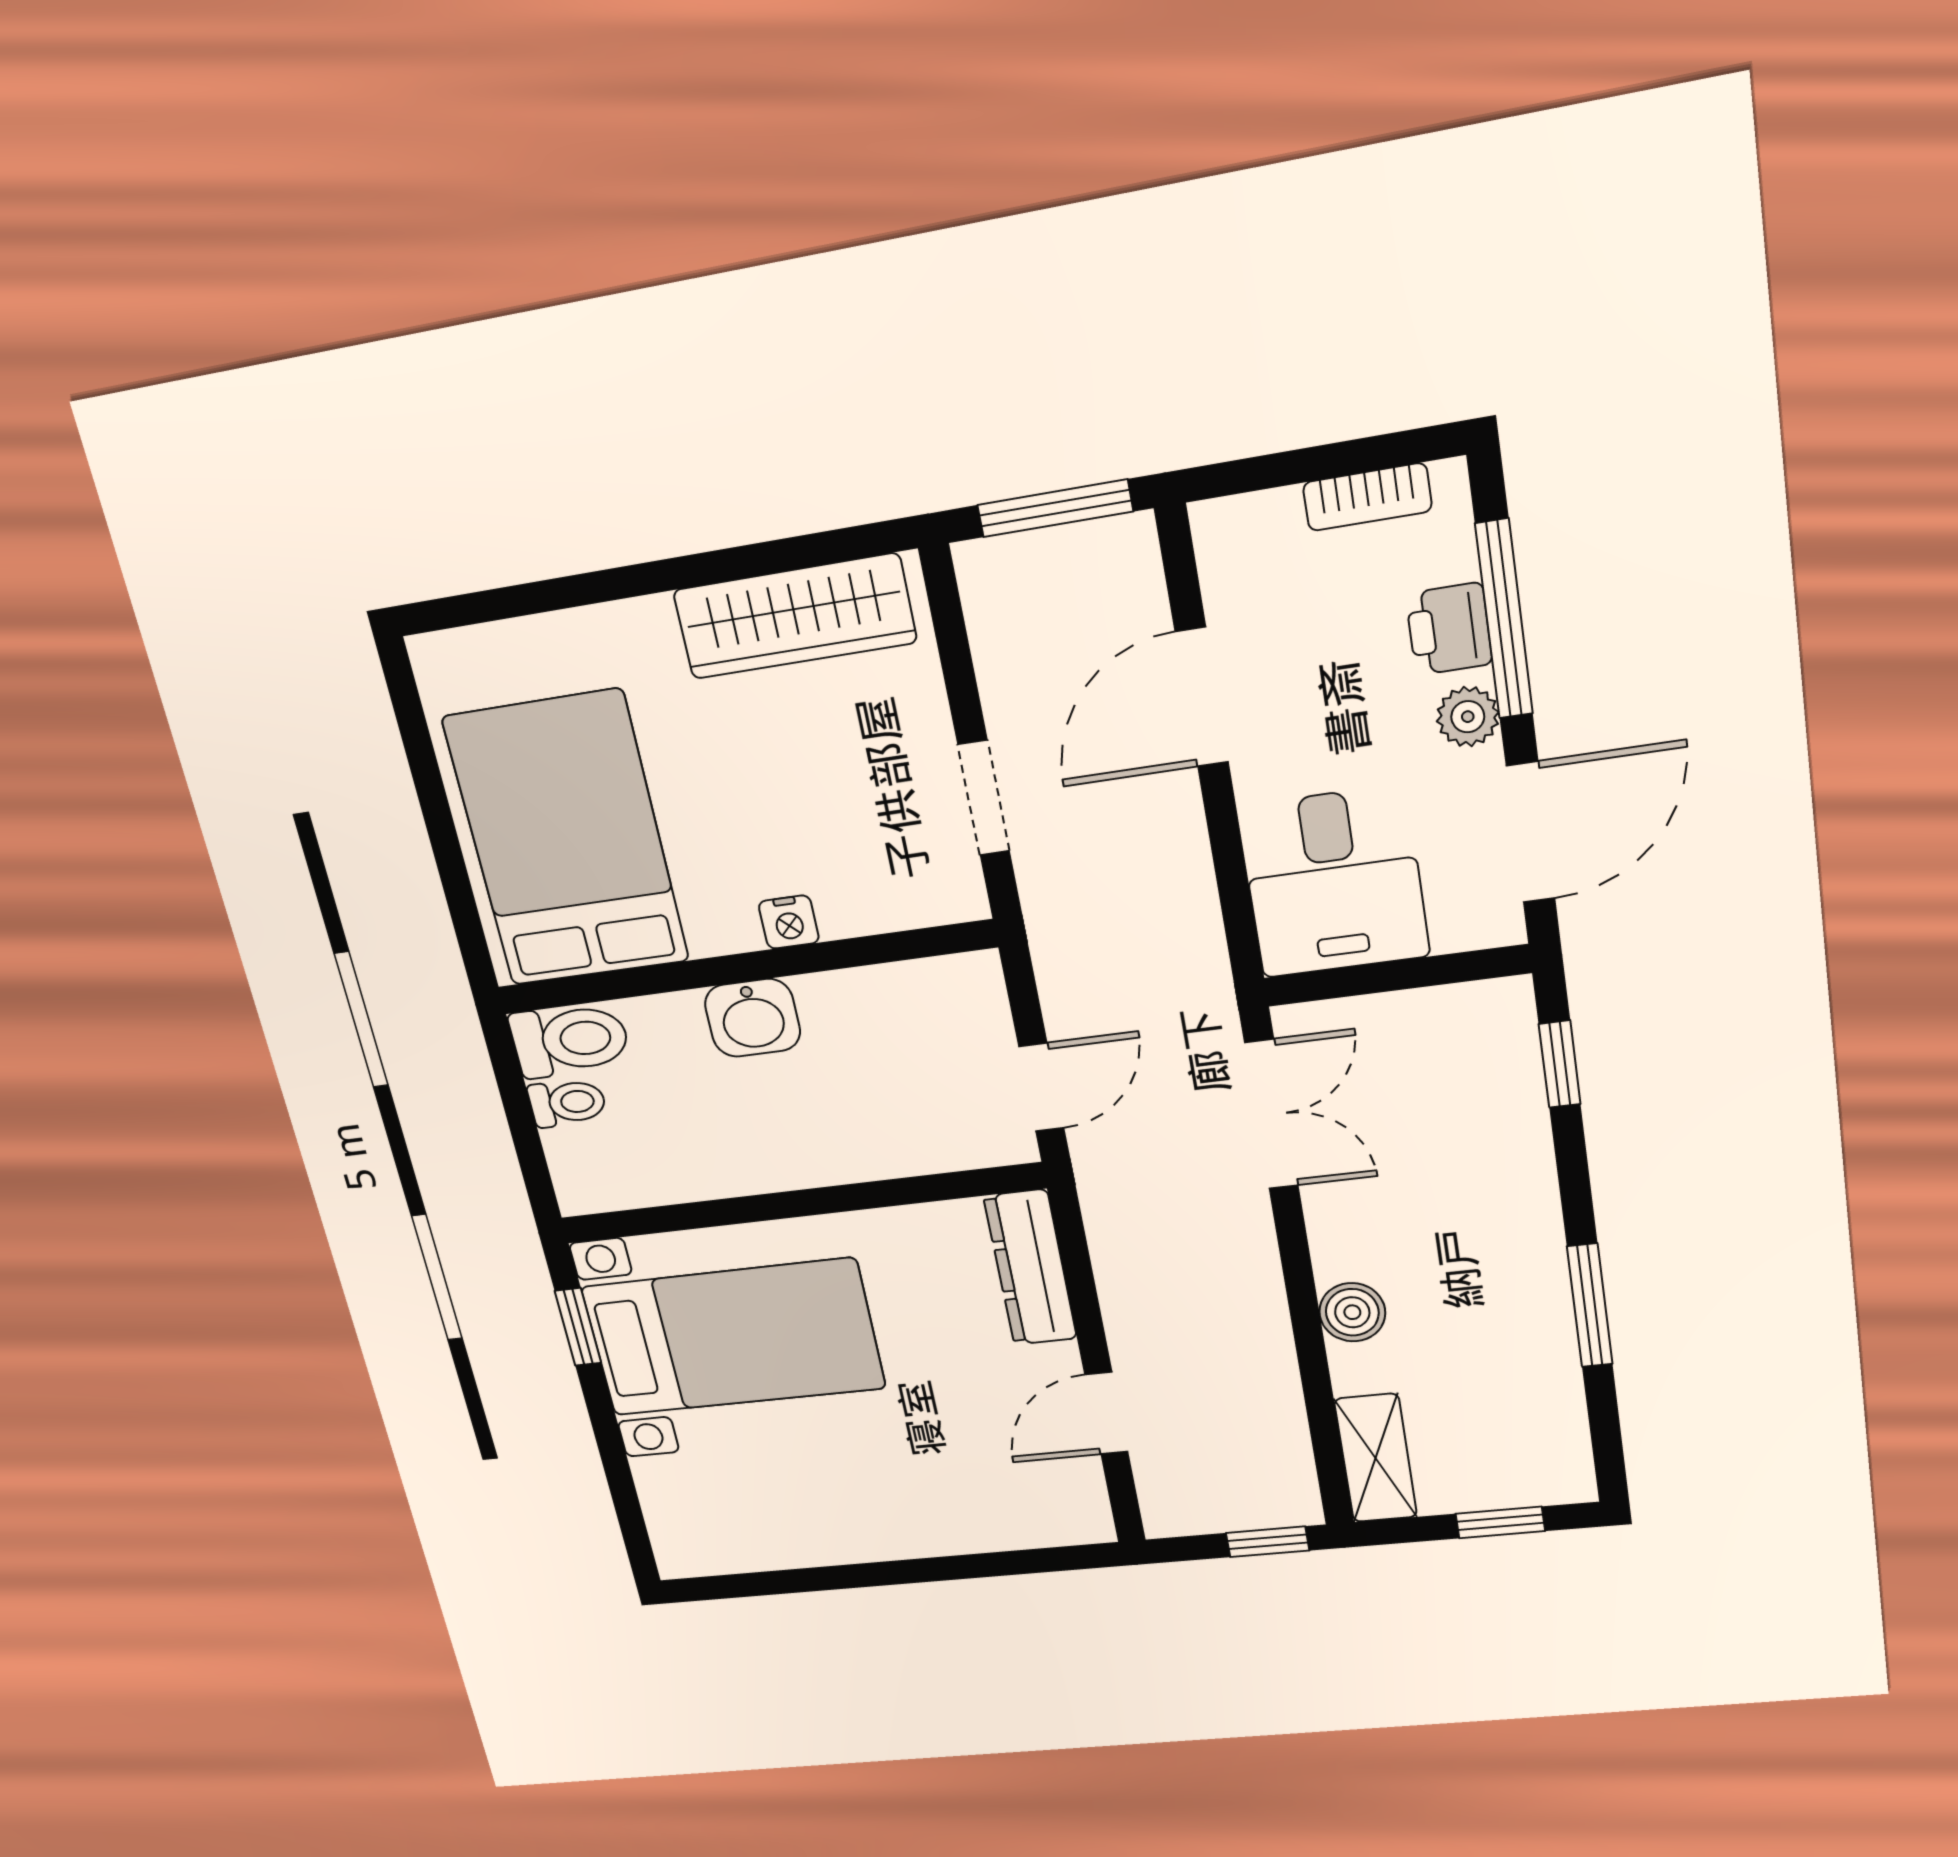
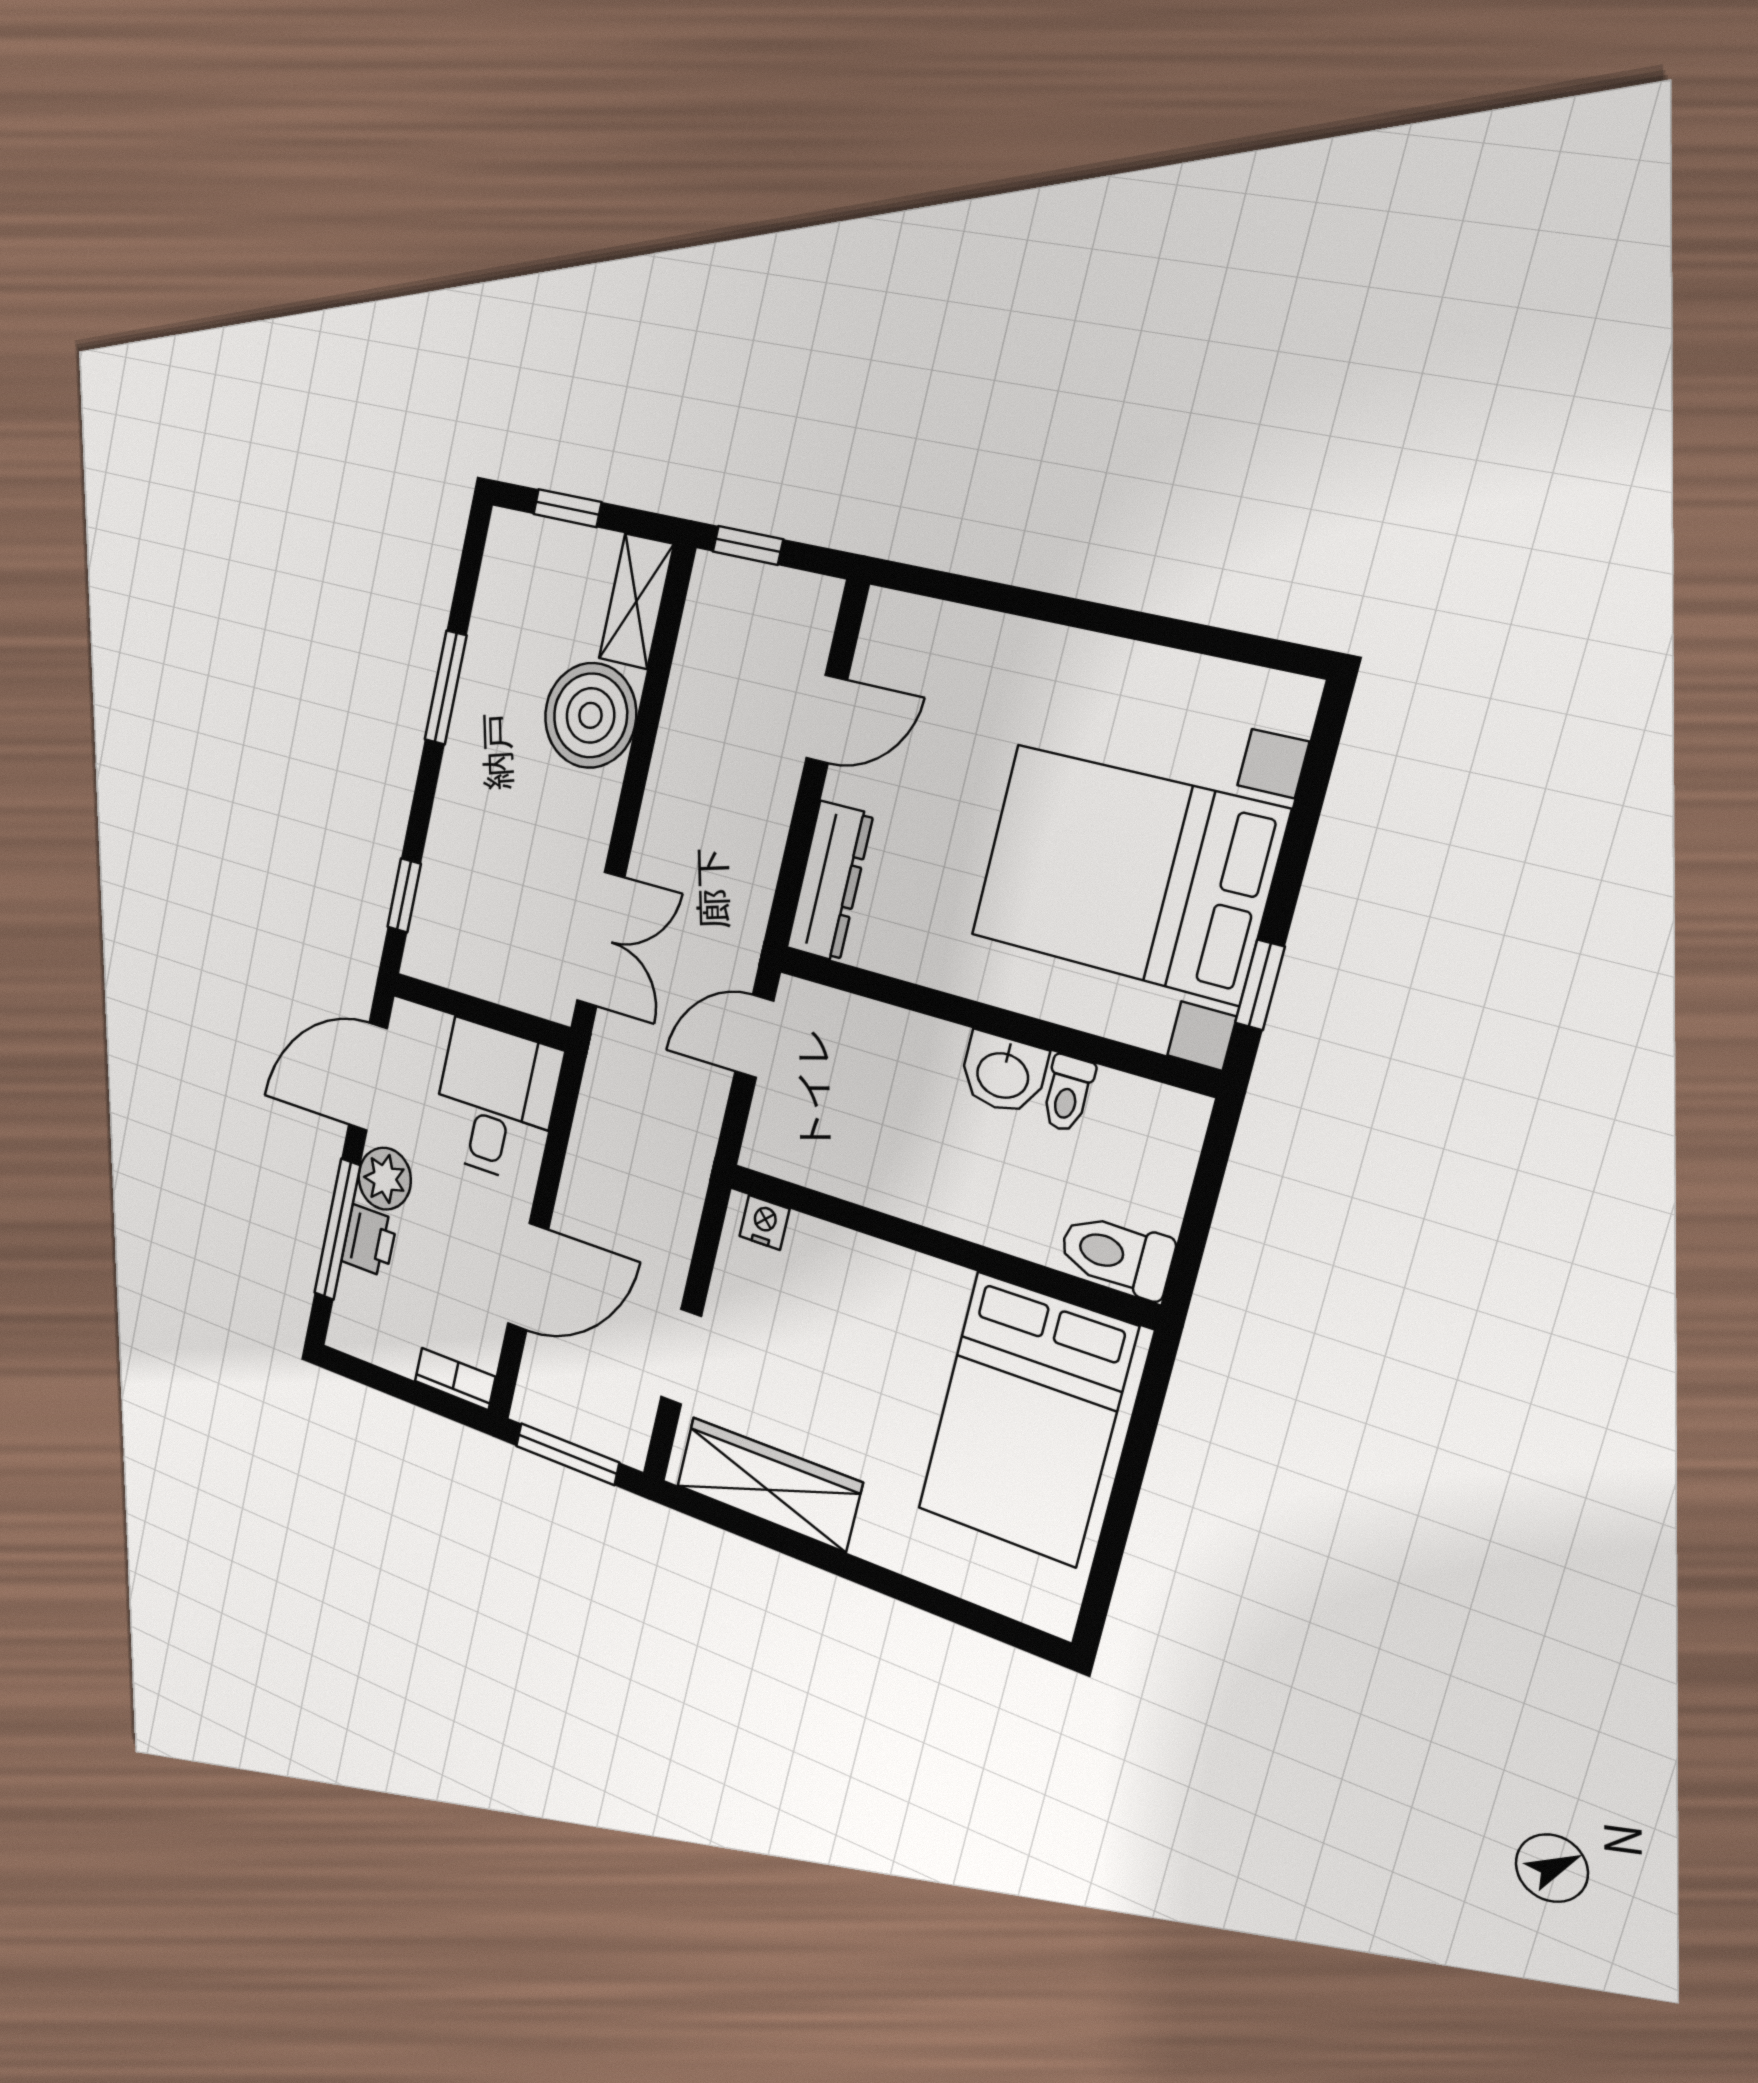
bookcase: (1367, 497) -> (455, 1379), moved
plant: (1468, 717) -> (385, 1179), width x1.38, depth x1.38
doorway: (984, 798) -> (681, 1357), moved
nightstand: (789, 922) -> (764, 1222), moved
washbasin: (753, 1018) -> (1003, 1073), moved, turned 180
toilet: (567, 1103) -> (1068, 1093), moved, turned -90
double door: (1272, 1114) -> (601, 939), swing flipped
boiler: (1352, 1312) -> (590, 715), width x1.86, depth x1.86
bed with nightstands: (733, 1338) -> (1127, 873), width x1.36

